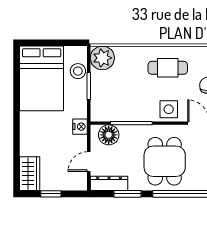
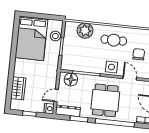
plant: (102, 58) -> (85, 31), moved
nightstand: (80, 127) -> (49, 109), moved
wardrobe: (30, 174) -> (18, 88), moved

